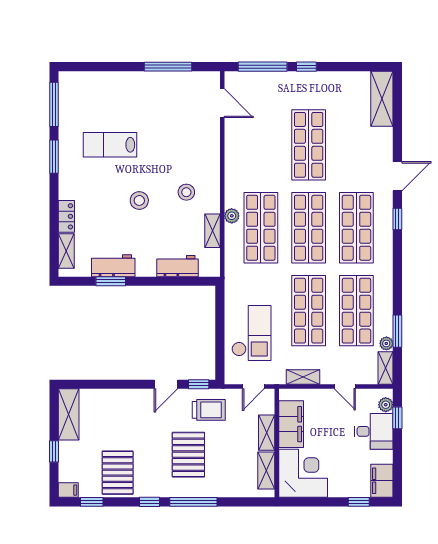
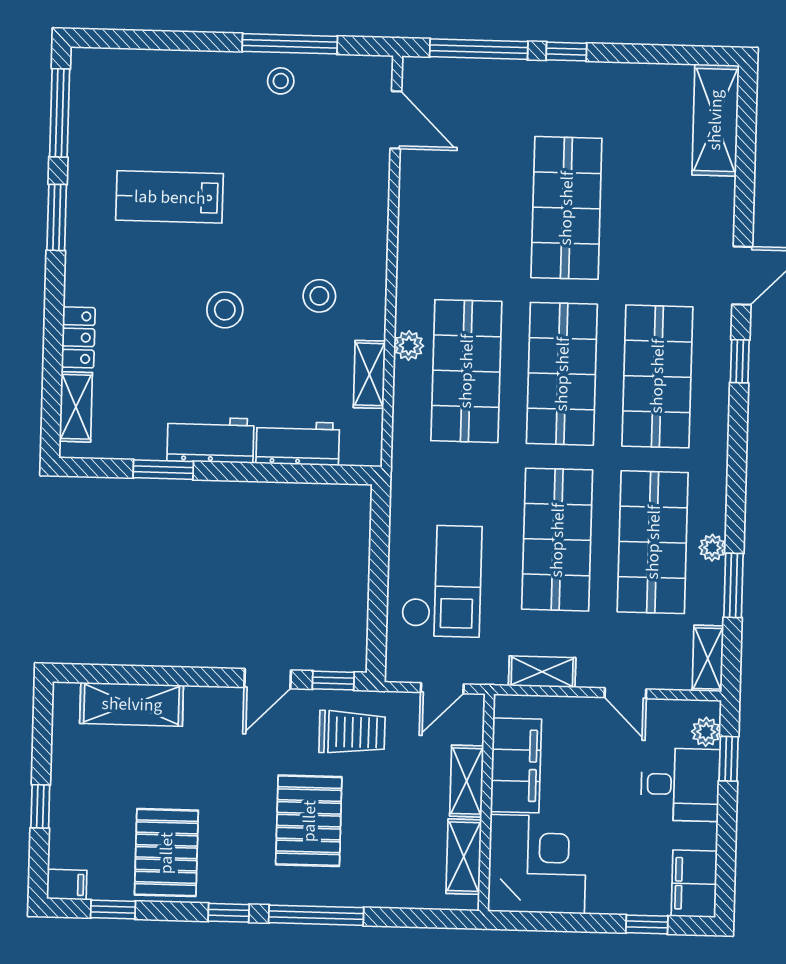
stool: (164, 85) -> (281, 81), added
workbench: (113, 266) -> (210, 440), moved
plant: (386, 343) -> (712, 548), moved
shelving: (69, 414) -> (132, 704), moved, turned 90

